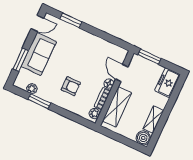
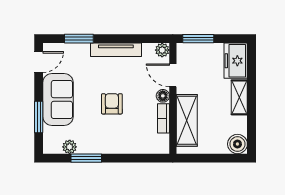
tv unit: (92, 39) -> (116, 50), added
armchair: (71, 86) -> (112, 104), moved, turned -90
plant: (94, 113) -> (162, 50), moved
shelving: (153, 120) -> (239, 97), moved

